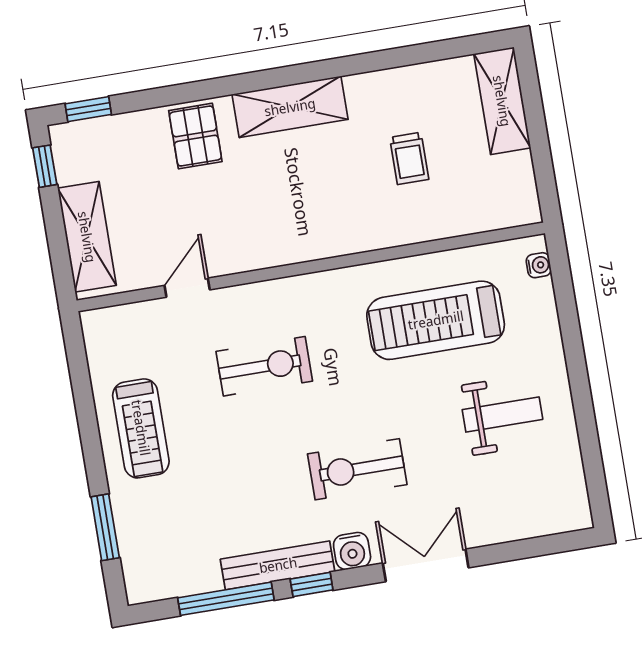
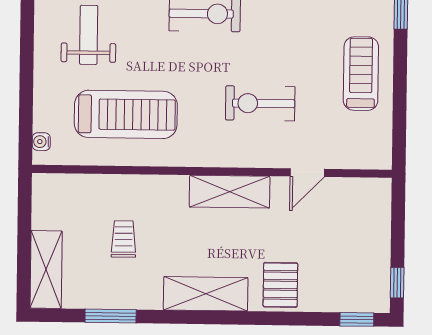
window: (408, 56) -> (111, 316), added
shelving: (87, 237) -> (230, 192), moved, turned 90
weight bench: (502, 415) -> (89, 35), turned 90

